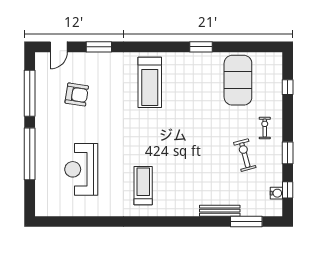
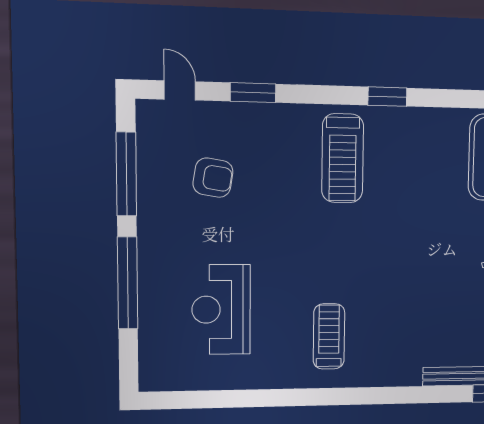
door: (59, 47) -> (180, 90), swing flipped
window: (201, 47) -> (387, 97), moved

